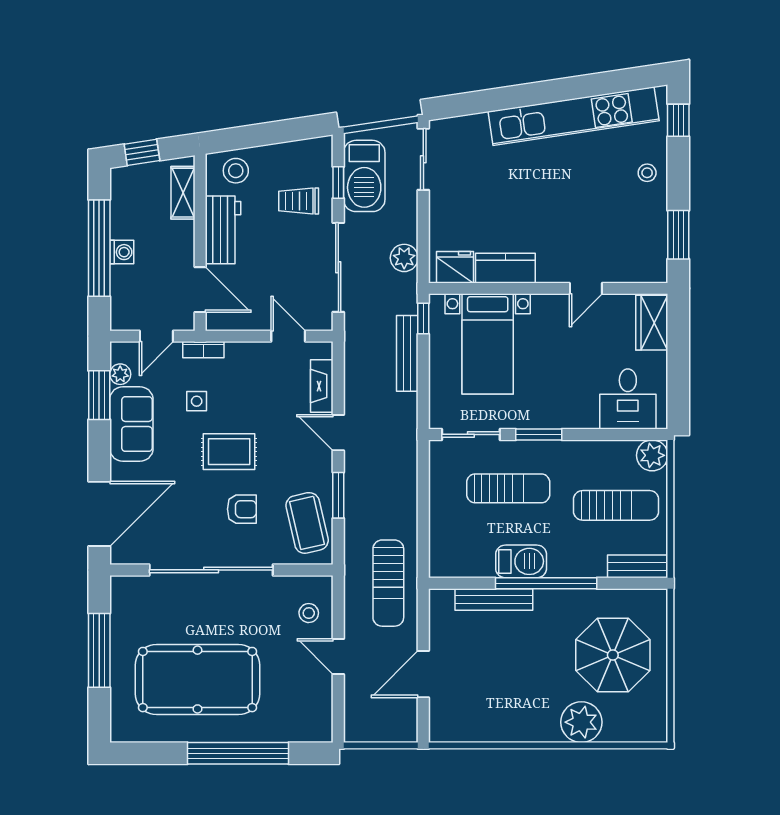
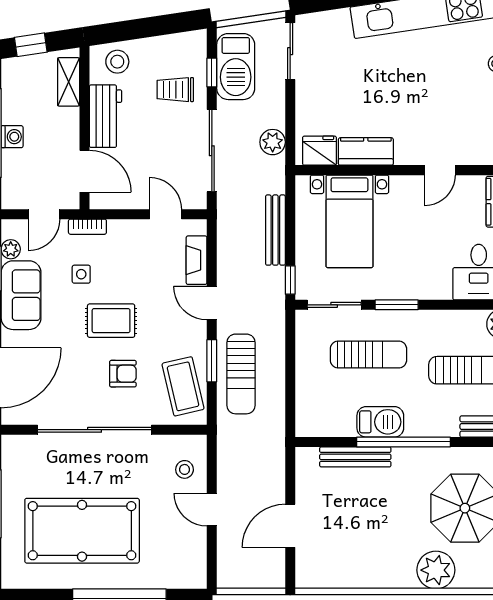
window: (423, 319) -> (290, 280), moved
sun lounger: (388, 583) -> (241, 374), moved

